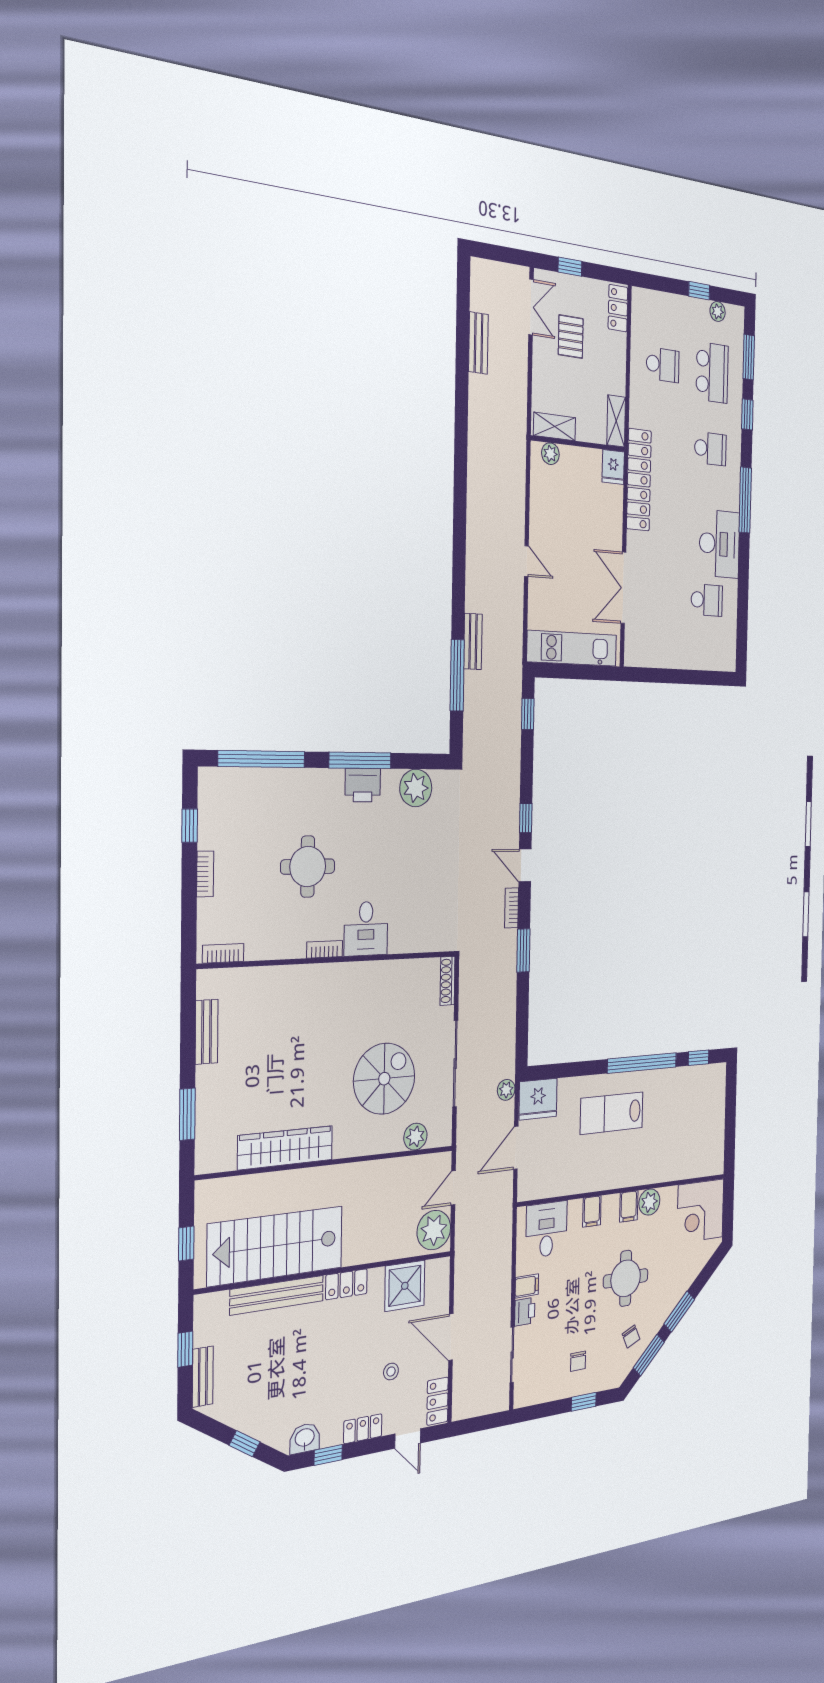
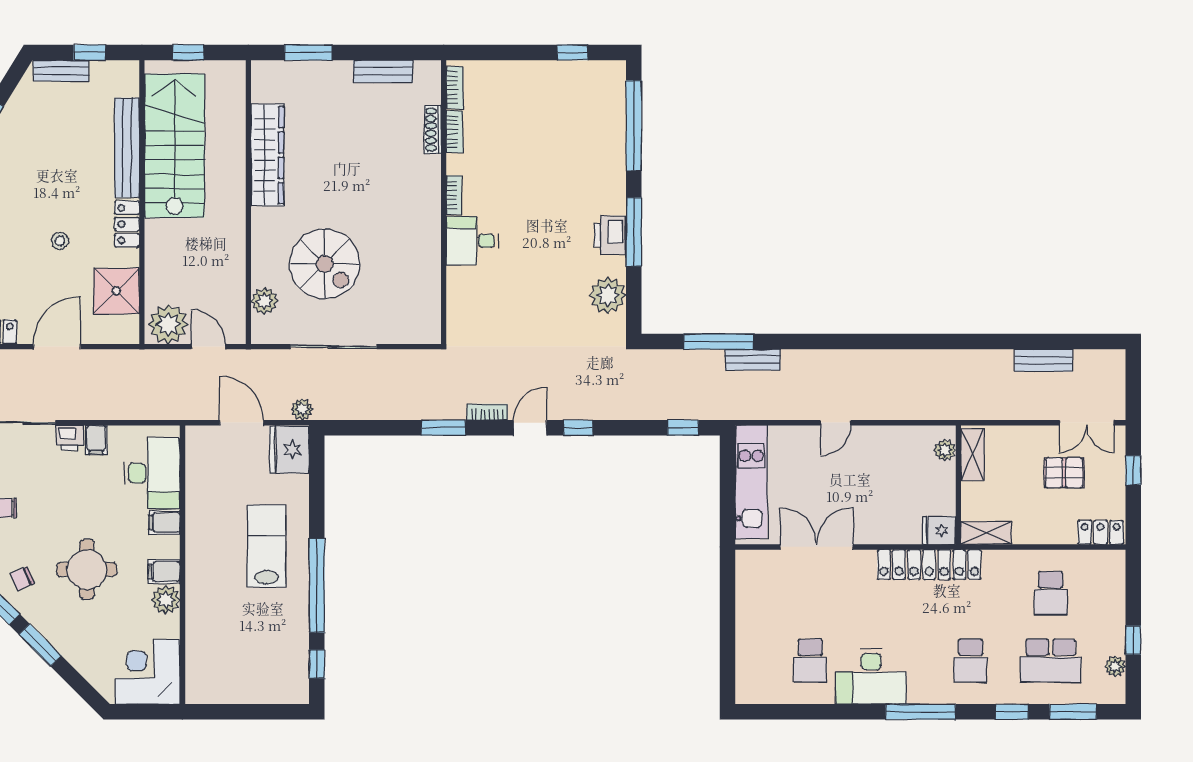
round table: (308, 867) -> (533, 176), removed
bookcase: (205, 874) -> (455, 132), moved, turned -90
shoe rack: (448, 981) -> (433, 130), moved, turned -90
desk: (546, 1230) -> (152, 473), width x1.37
stool: (391, 1372) -> (60, 241), moved

